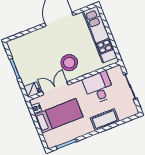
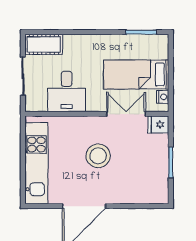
stool: (69, 63) -> (98, 156), moved
double door: (55, 88) -> (126, 114), swing flipped
cot: (105, 120) -> (44, 44), moved

